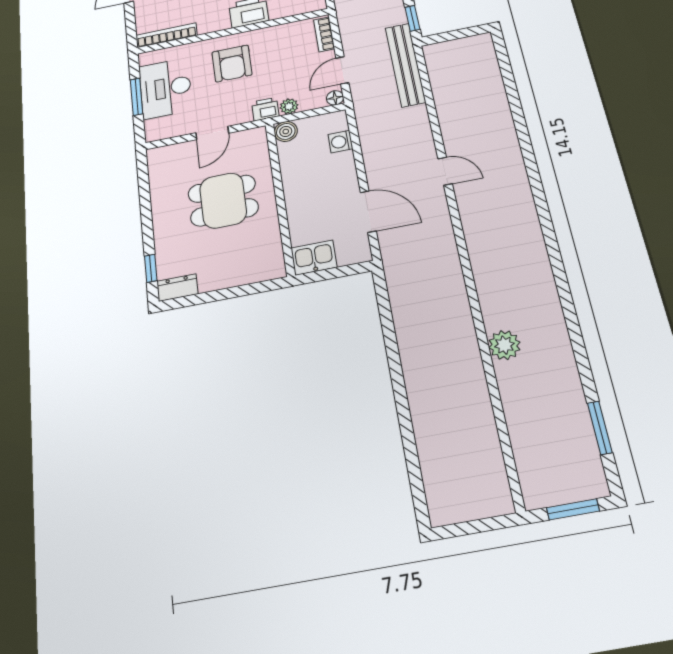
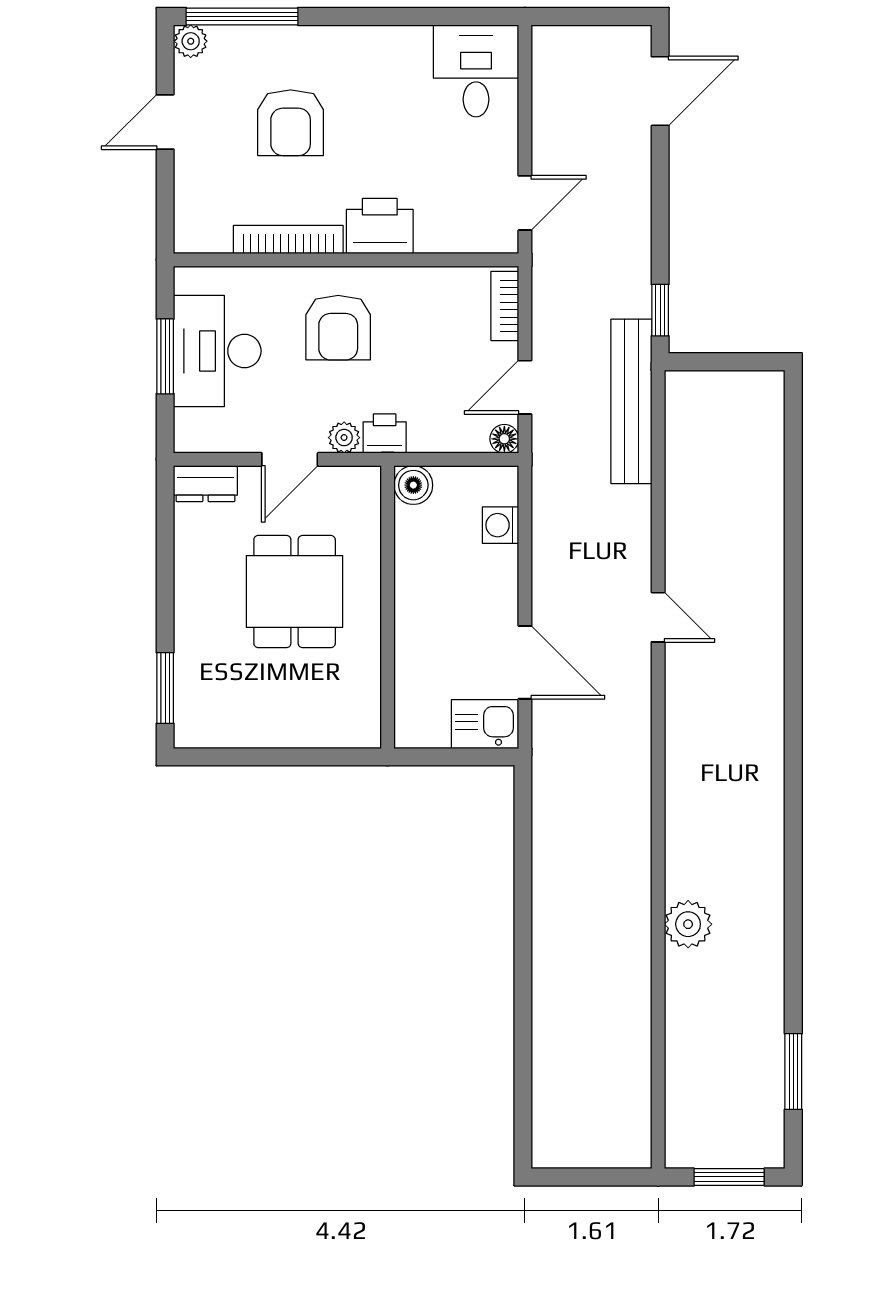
bookcase: (167, 35) -> (288, 239), moved
plant: (289, 106) -> (344, 438), moved
dining table: (223, 200) -> (295, 592), turned 90
kitchen sink: (314, 258) -> (485, 724), moved
window: (151, 268) -> (165, 688), width x1.50
dresser: (177, 288) -> (205, 484), moved, turned 180

